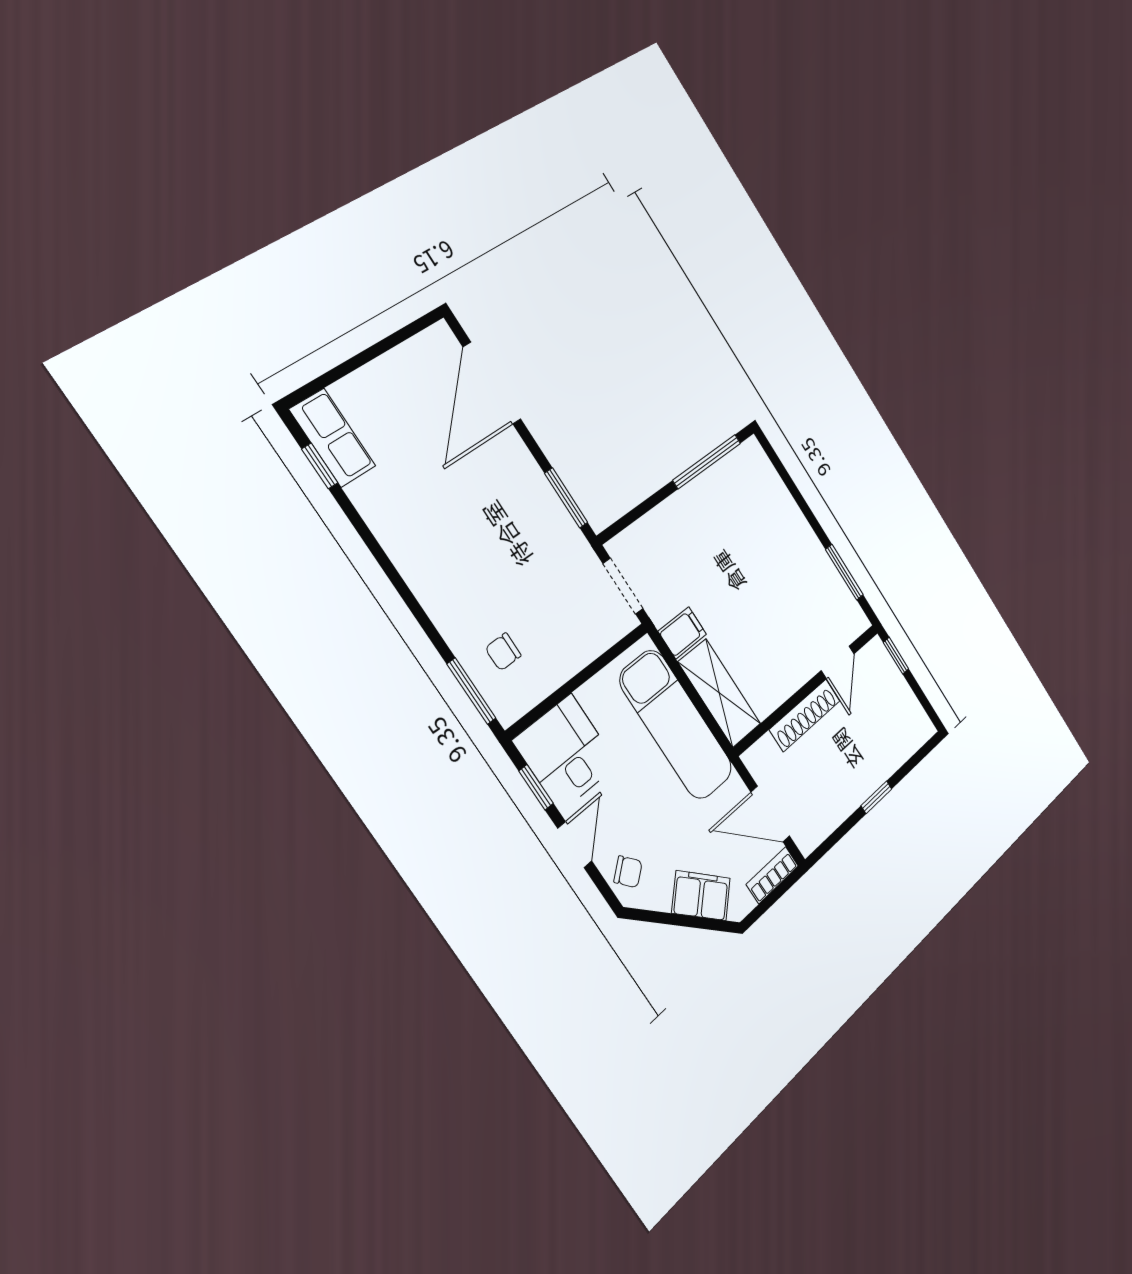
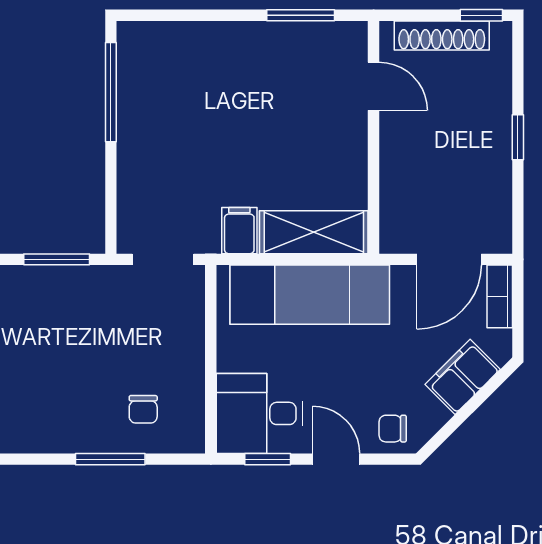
window: (896, 656) -> (481, 15), moved
window: (471, 691) -> (110, 459), moved
shoe rack: (805, 715) -> (442, 35), moved, turned 90
chair: (628, 872) -> (393, 429), turned -140

